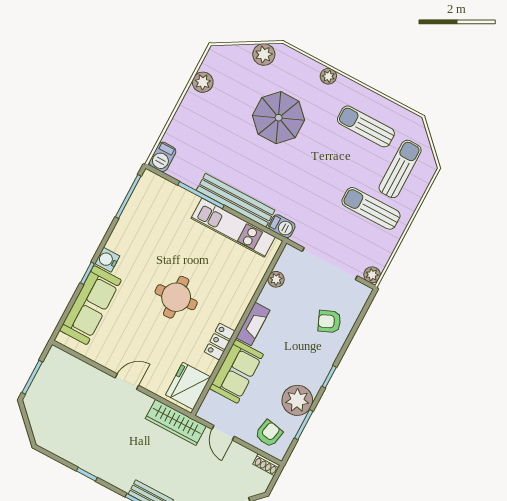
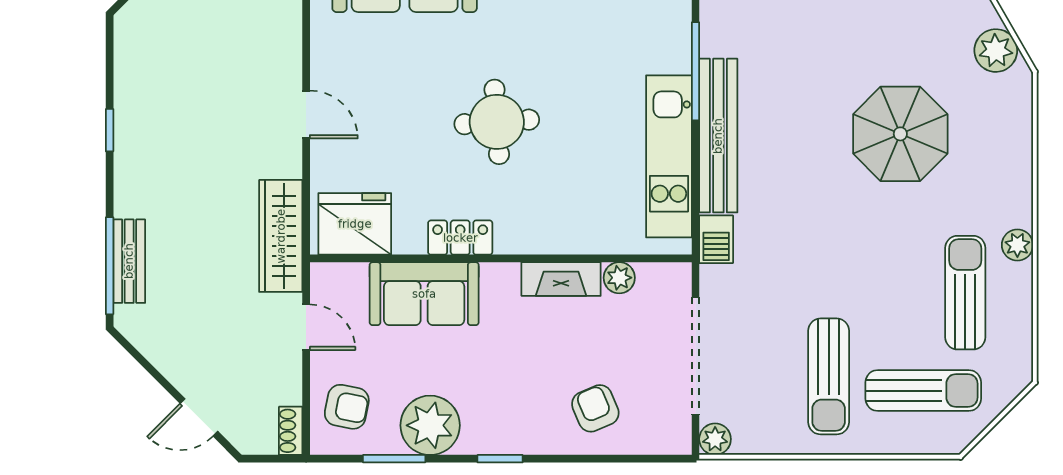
plant: (328, 76) -> (1017, 245), moved
sun lounger: (371, 208) -> (829, 376), turned 180
fireplace: (253, 324) -> (561, 279), moved
door: (223, 433) -> (306, 327), swing flipped

